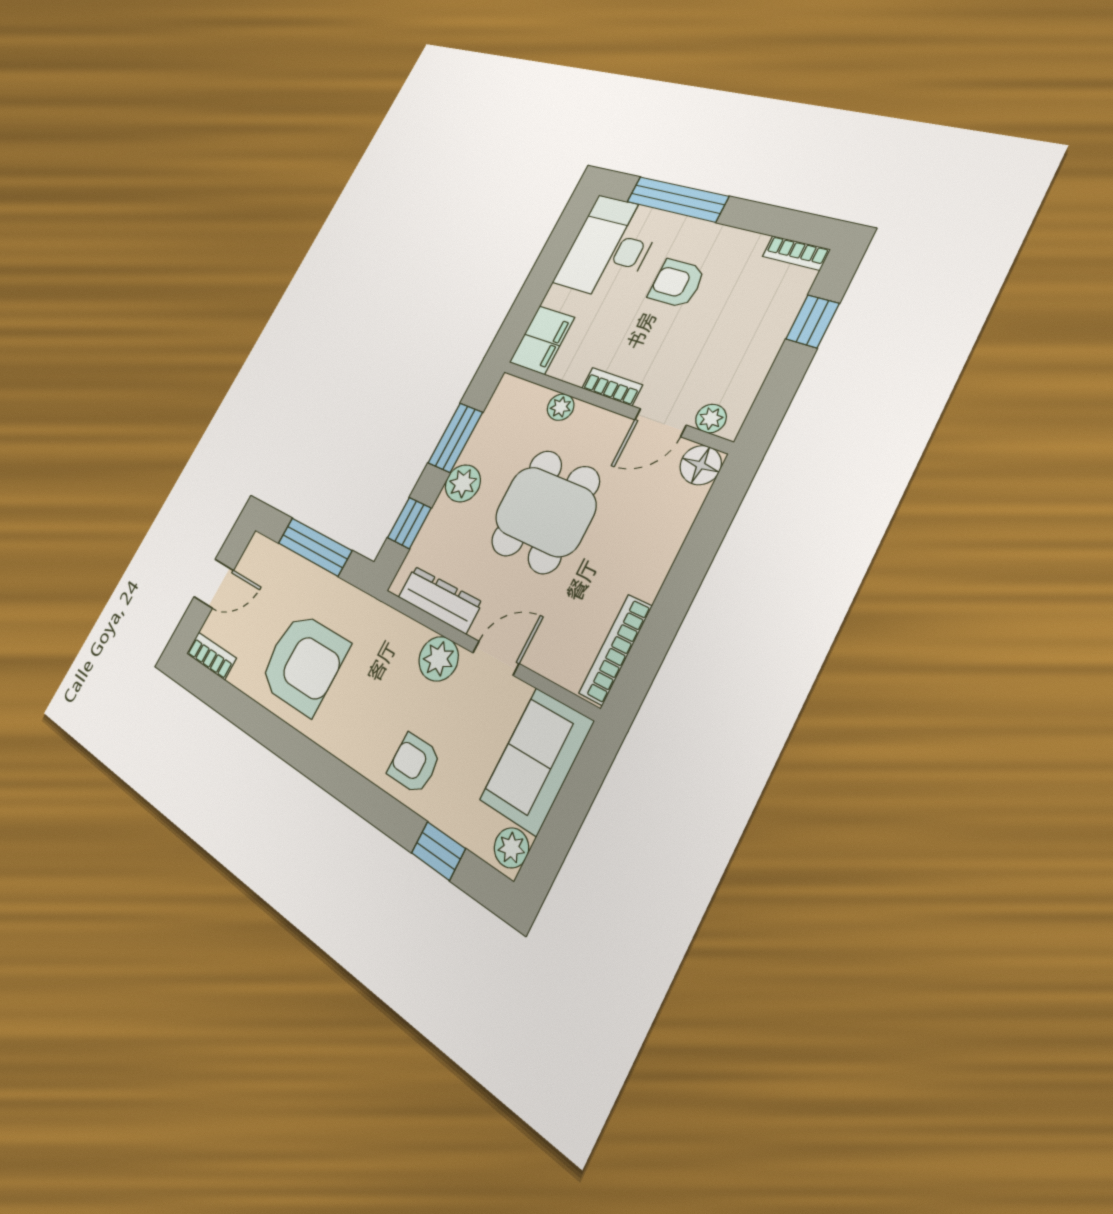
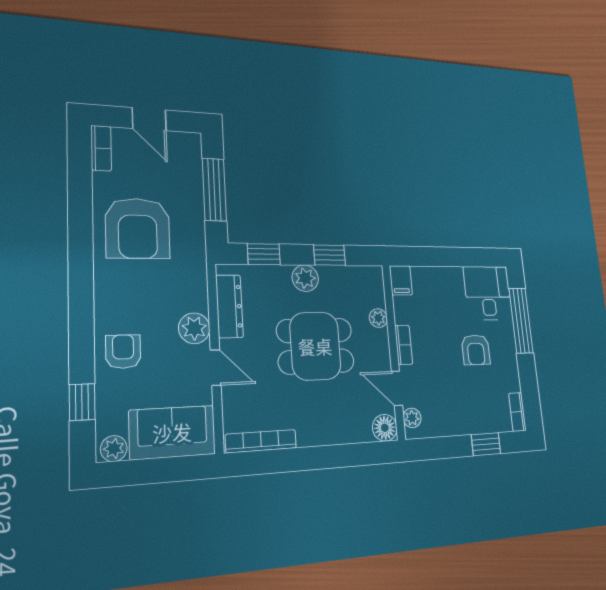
desk: (610, 247) -> (488, 293), width x0.73
armchair: (677, 283) -> (476, 350), turned 180
filing cabinet: (542, 340) -> (401, 280), width x0.50
window: (455, 438) -> (330, 255), width x0.67

